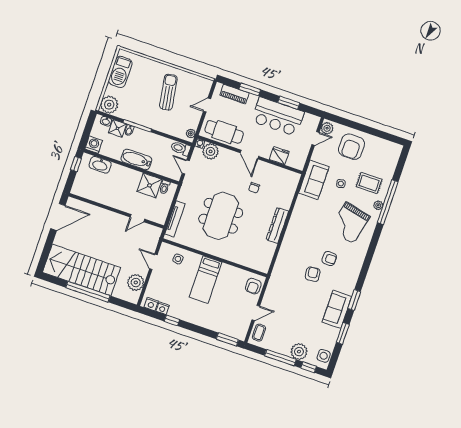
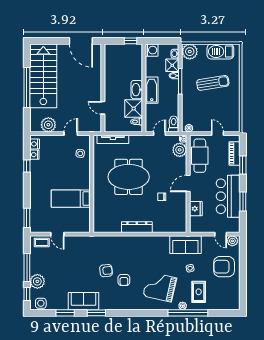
sun lounger: (168, 92) -> (213, 83), moved
washbasin: (100, 165) -> (137, 90), moved
bed: (206, 280) -> (71, 199), moved
armchair: (253, 286) -> (79, 224), removed

